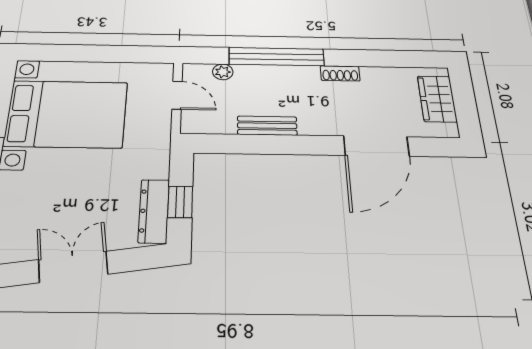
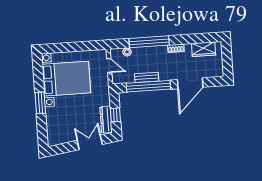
wardrobe: (437, 99) -> (204, 49), moved, turned -90
window: (271, 144) -> (148, 86), added
double door: (73, 267) -> (90, 142), moved

